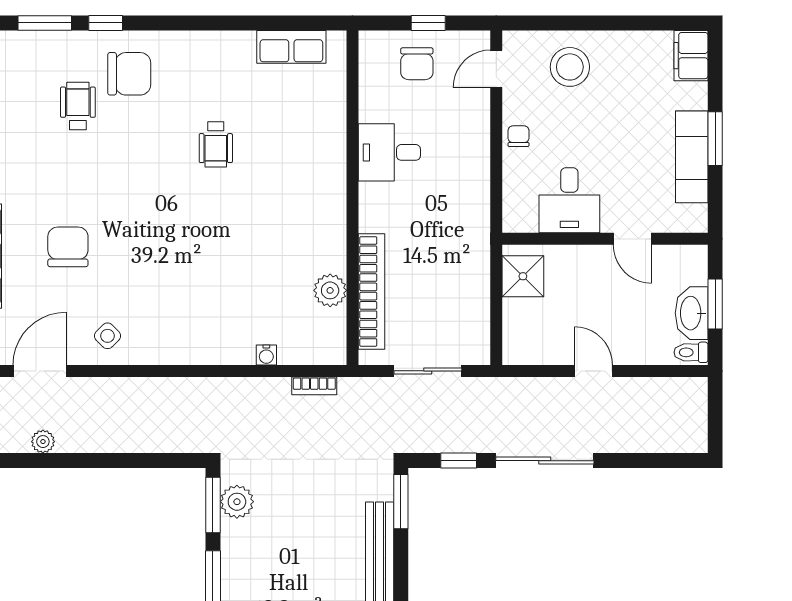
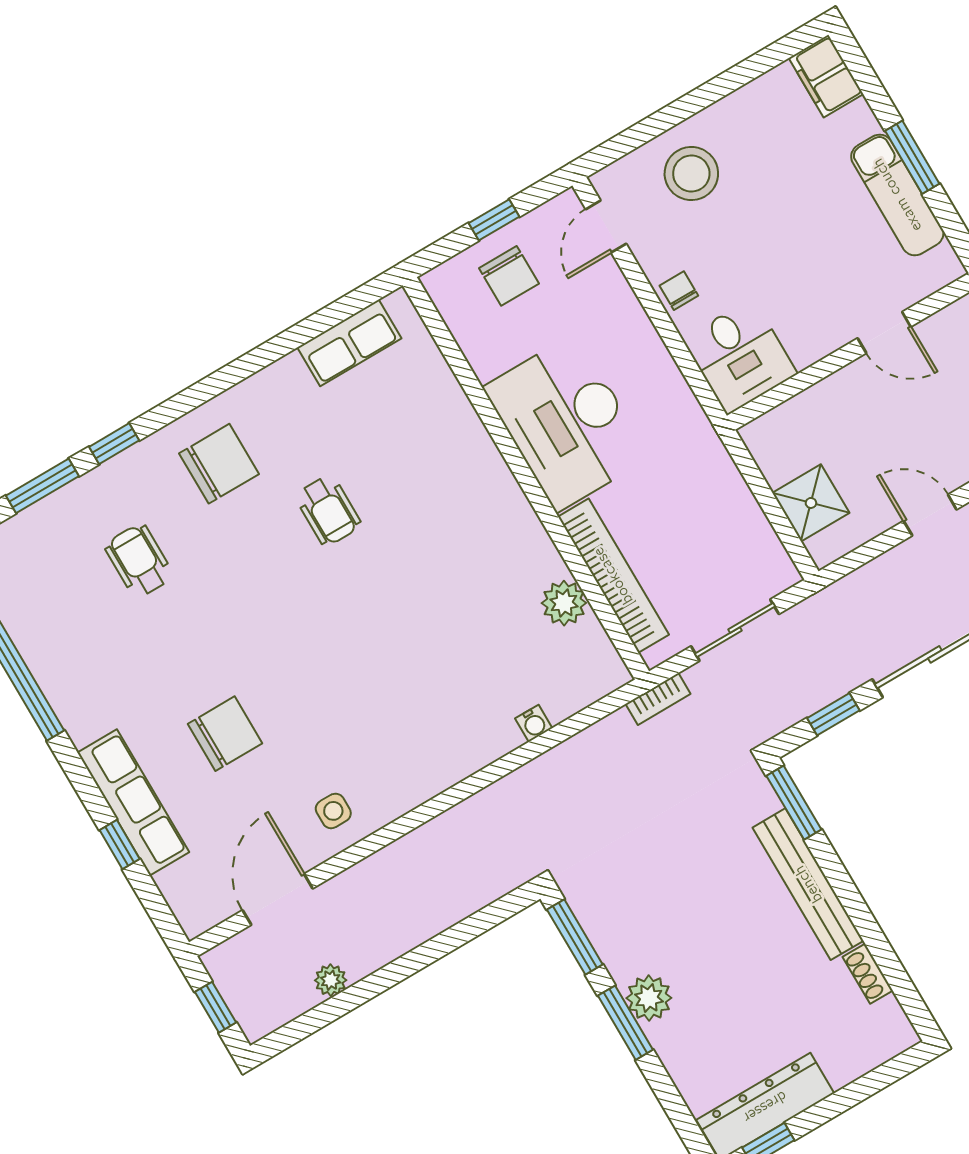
chair: (129, 74) -> (219, 464), moved
desk: (389, 152) -> (566, 422), width x1.87, depth x1.30
desk: (569, 200) -> (740, 356), moved
chair: (68, 247) -> (225, 734), turned 90
shower: (523, 276) -> (811, 503), moved
side table: (107, 336) -> (333, 811), turned 45
bookcase: (314, 386) -> (658, 699), moved
plant: (237, 502) -> (649, 998), moved

